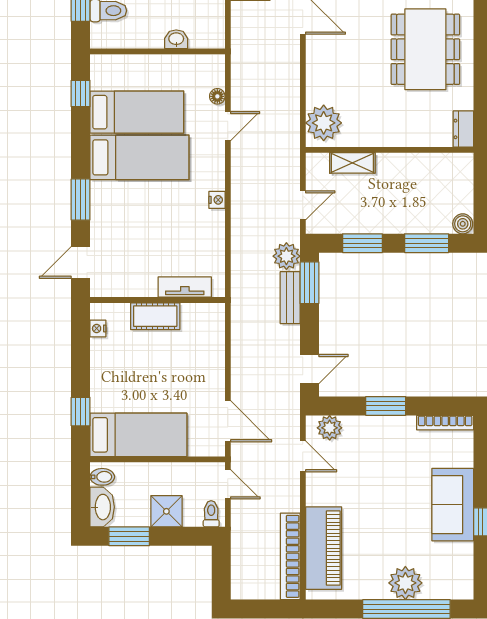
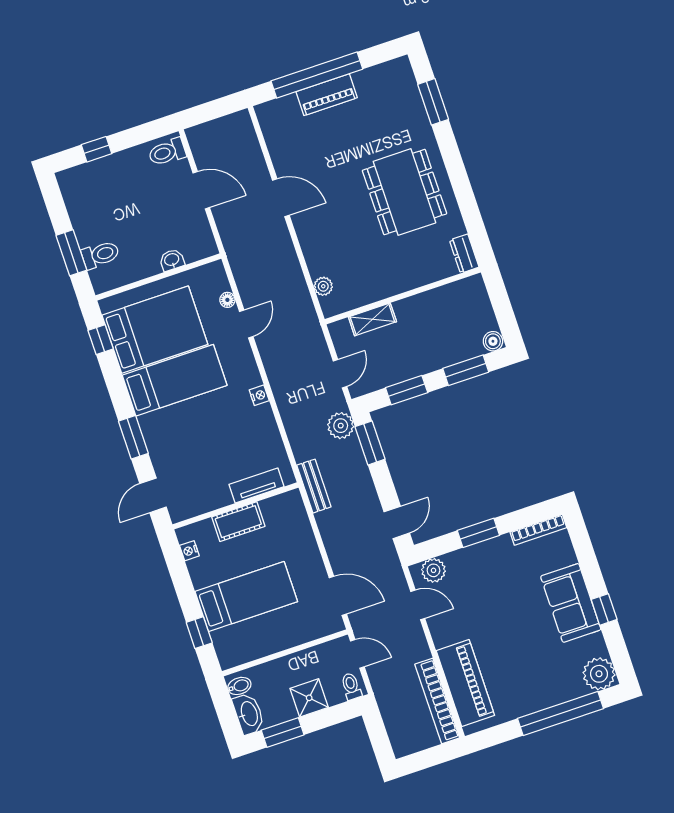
bed: (137, 112) -> (155, 330), width x1.50
plant: (324, 123) -> (323, 286), width x0.53, depth x0.53
bench: (290, 298) -> (314, 486), moved
bed: (138, 435) -> (246, 597), moved
plant: (405, 583) -> (599, 674), moved

